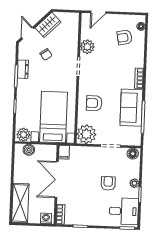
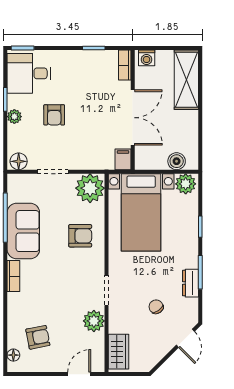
wardrobe: (48, 25) -> (119, 352), moved, turned 135

